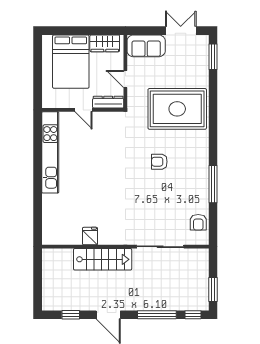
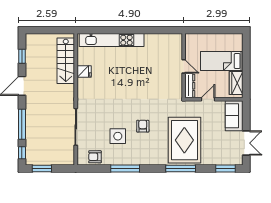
bed: (71, 62) -> (222, 61), width x0.67
door: (84, 110) -> (184, 66), swing flipped
window: (213, 114) -> (181, 168), added
kitchen unit: (50, 152) -> (112, 40), moved
side table: (172, 193) -> (118, 136), added
stairs: (103, 259) -> (66, 61), moved

